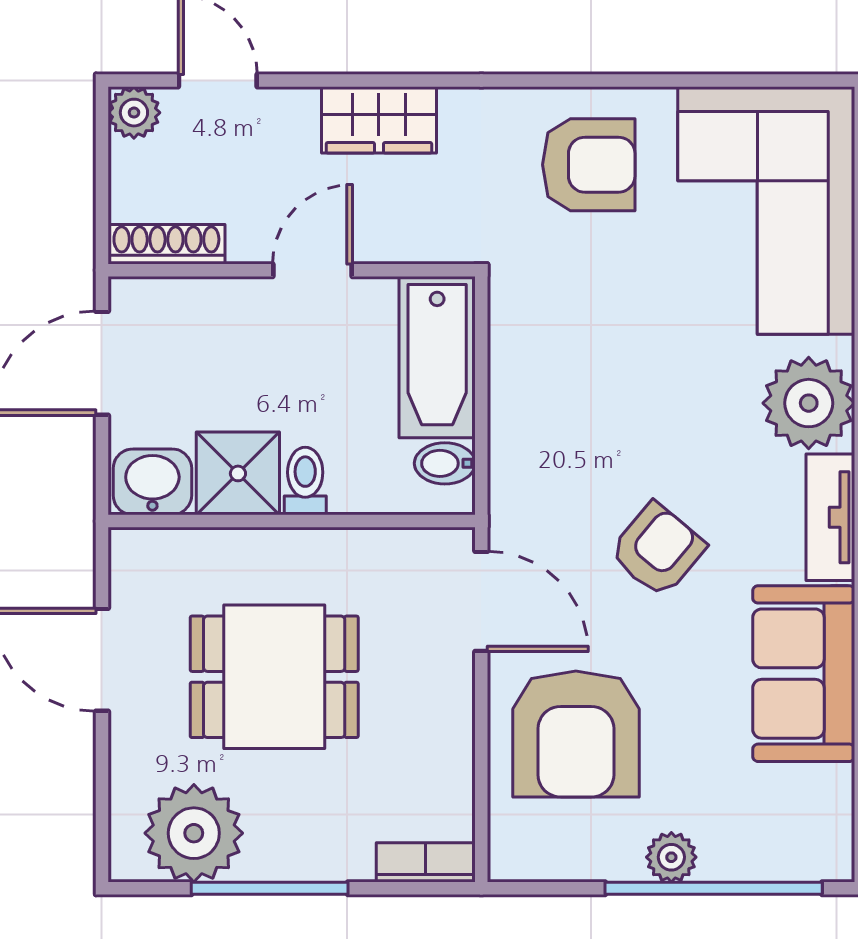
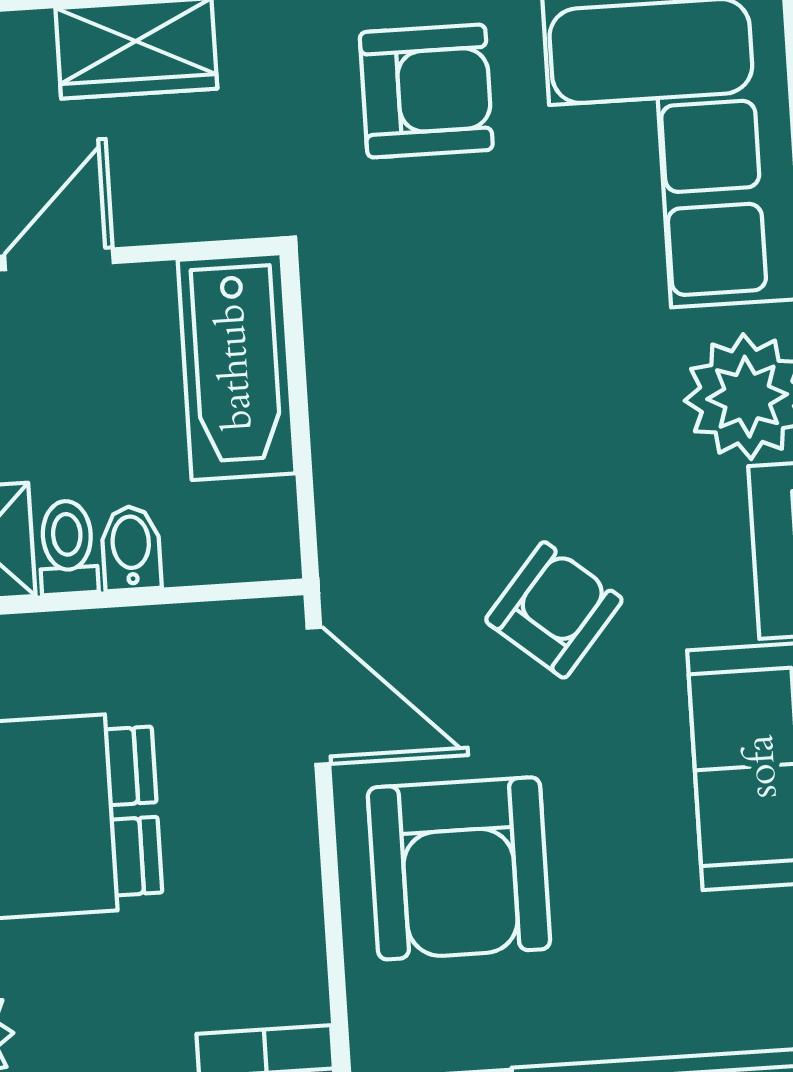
bidet: (445, 463) -> (131, 548), moved, turned 90
plant: (671, 857) -> (600, 1028), removed

